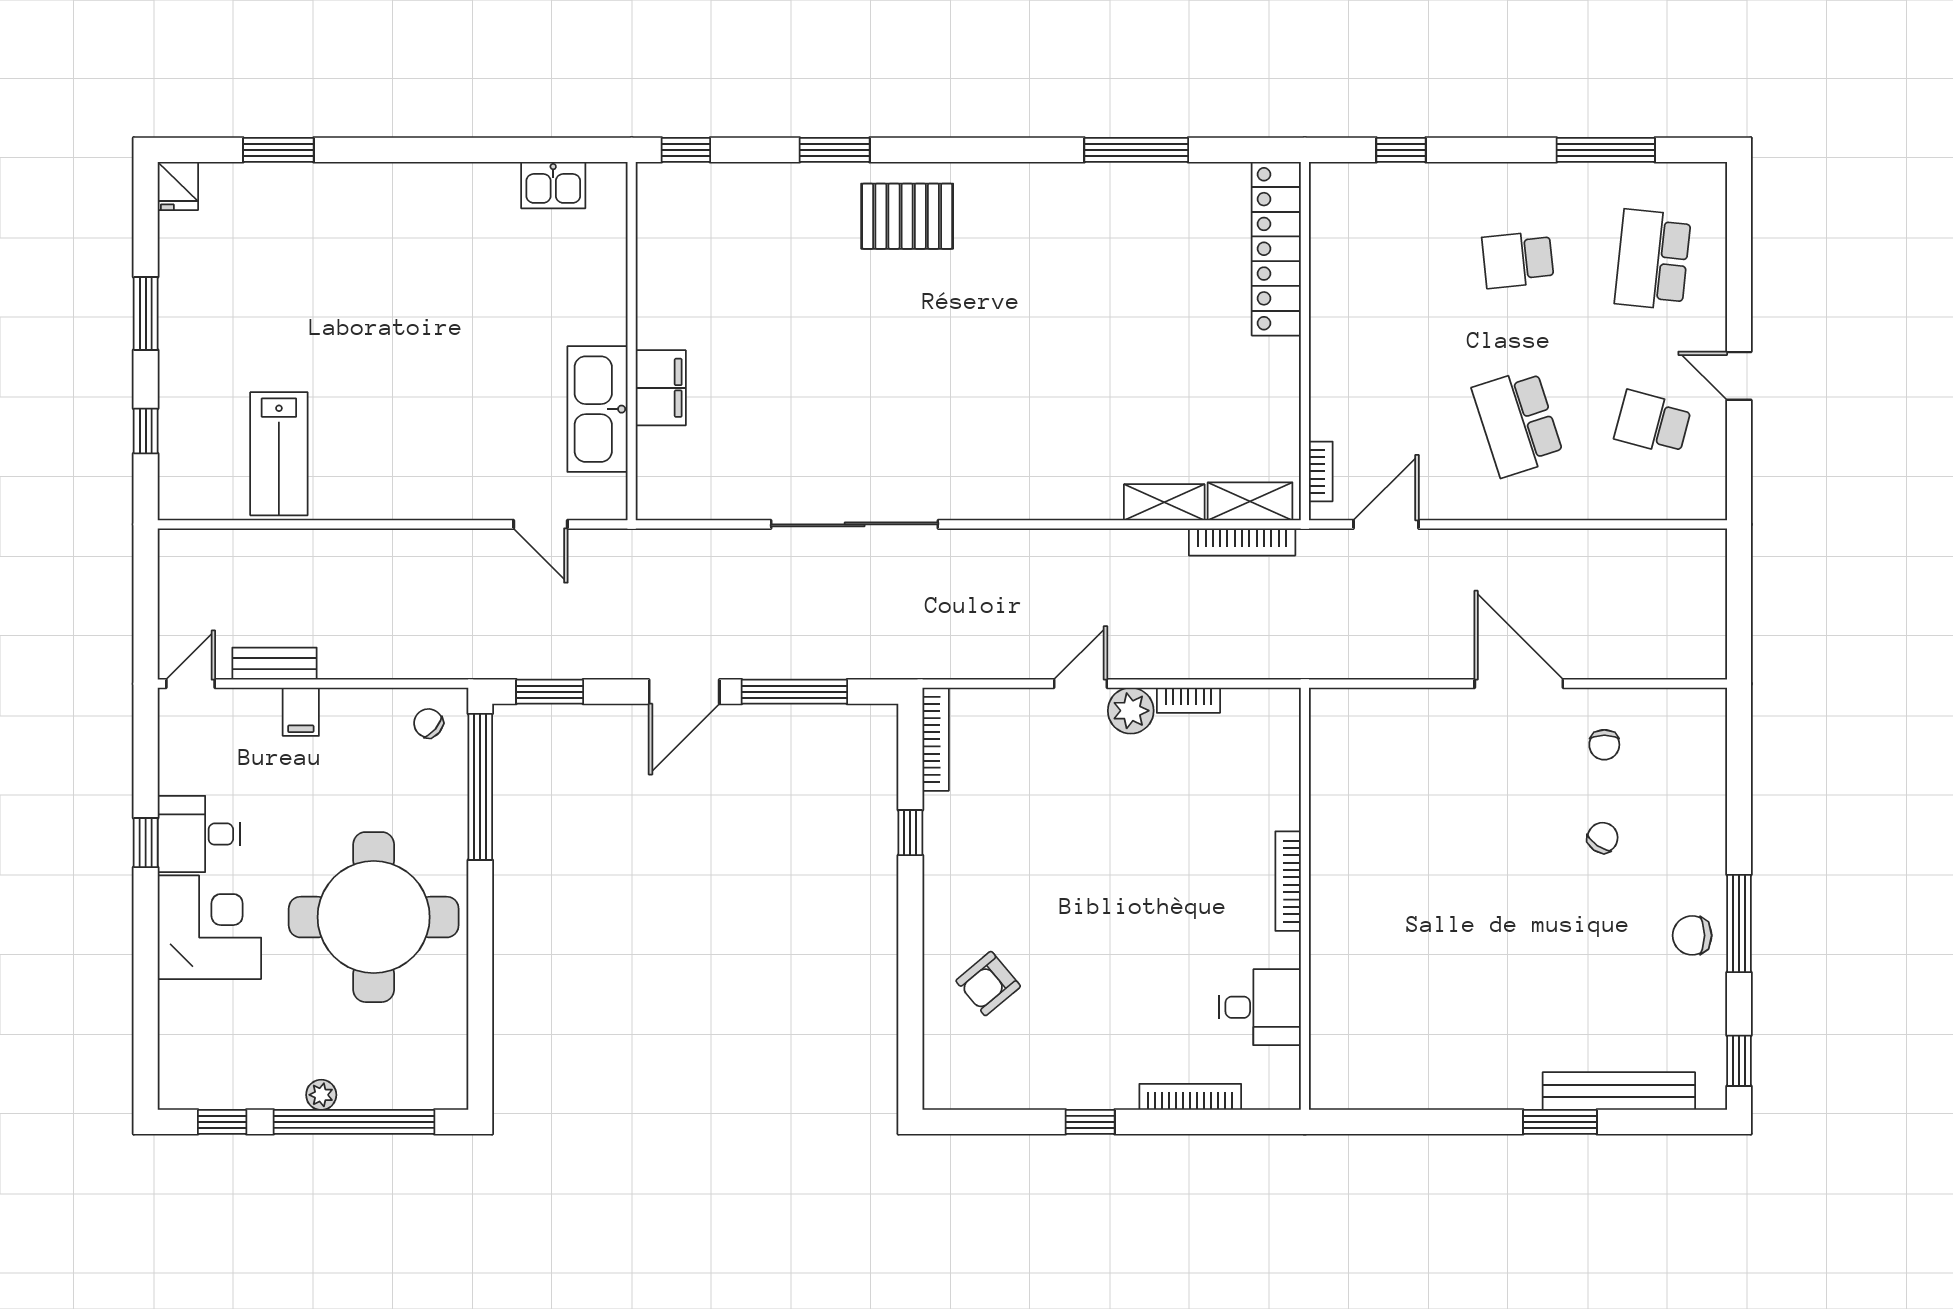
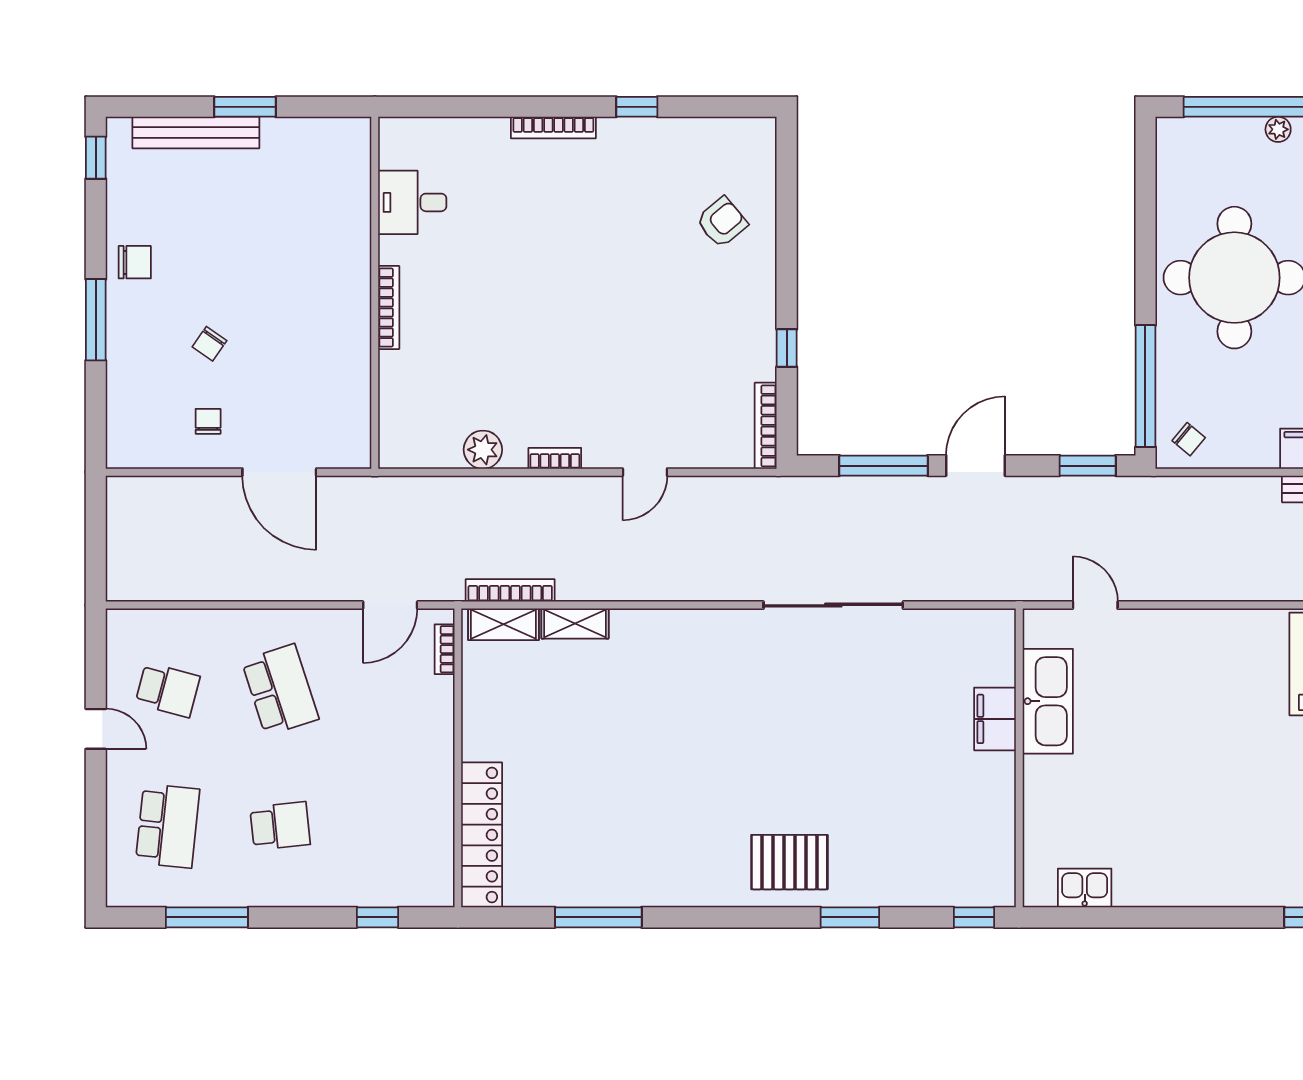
plant: (1131, 711) -> (483, 450), moved
bookcase: (1288, 881) -> (389, 308), moved
wall: (1305, 899) -> (375, 293), moved
window: (1739, 924) -> (96, 320), moved
desk: (1260, 1007) -> (412, 202), moved

